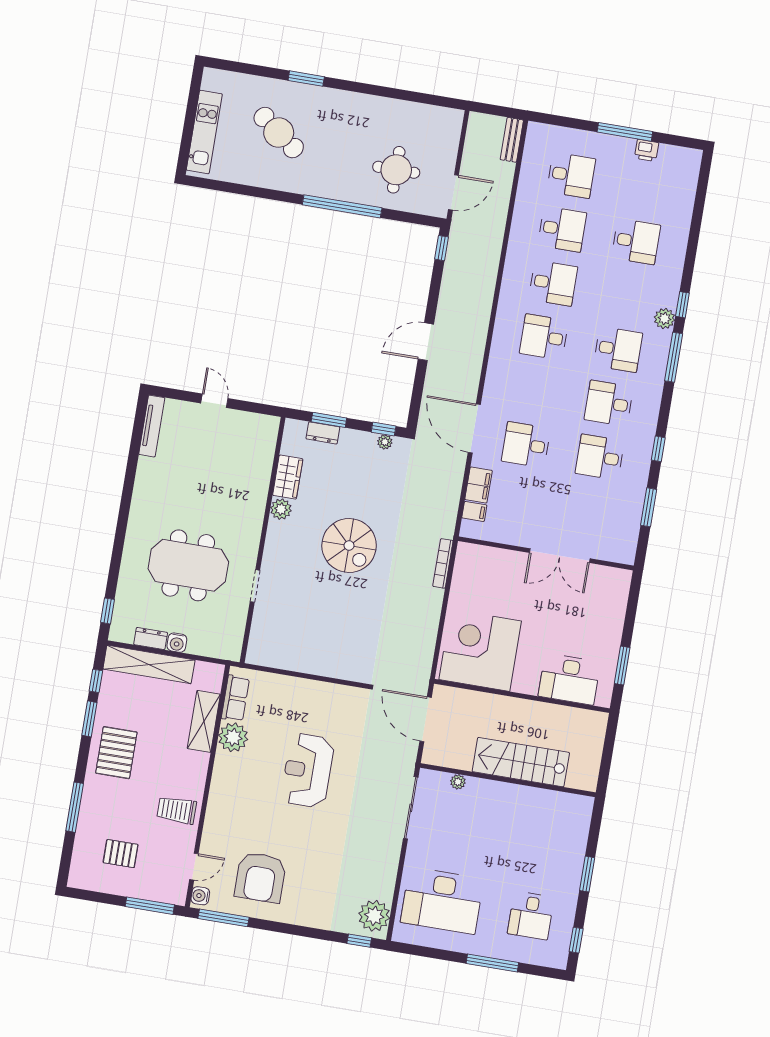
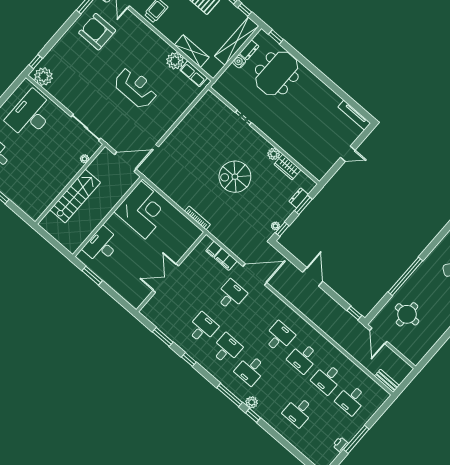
meeting table: (188, 565) -> (277, 73), moved

